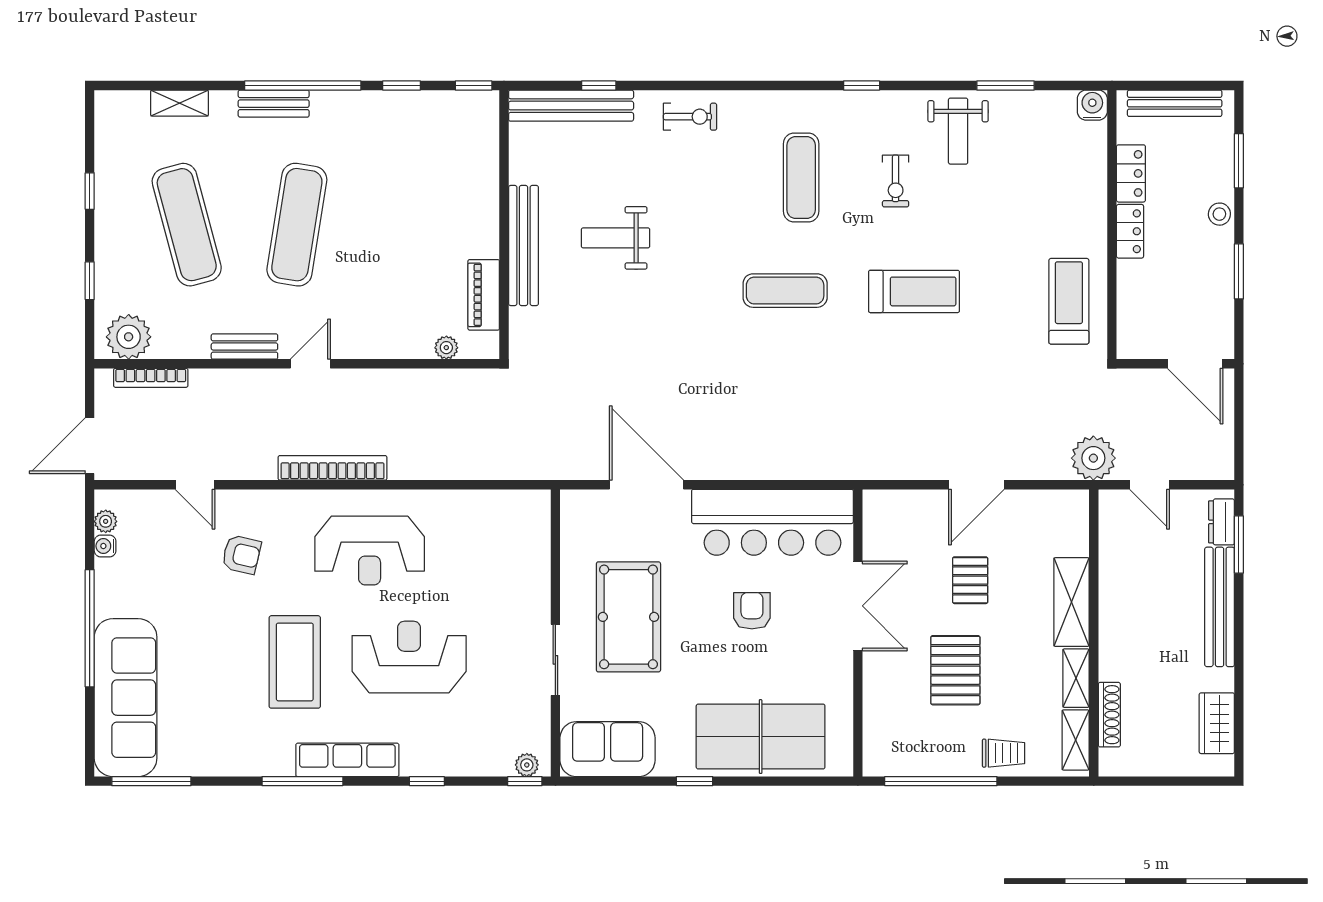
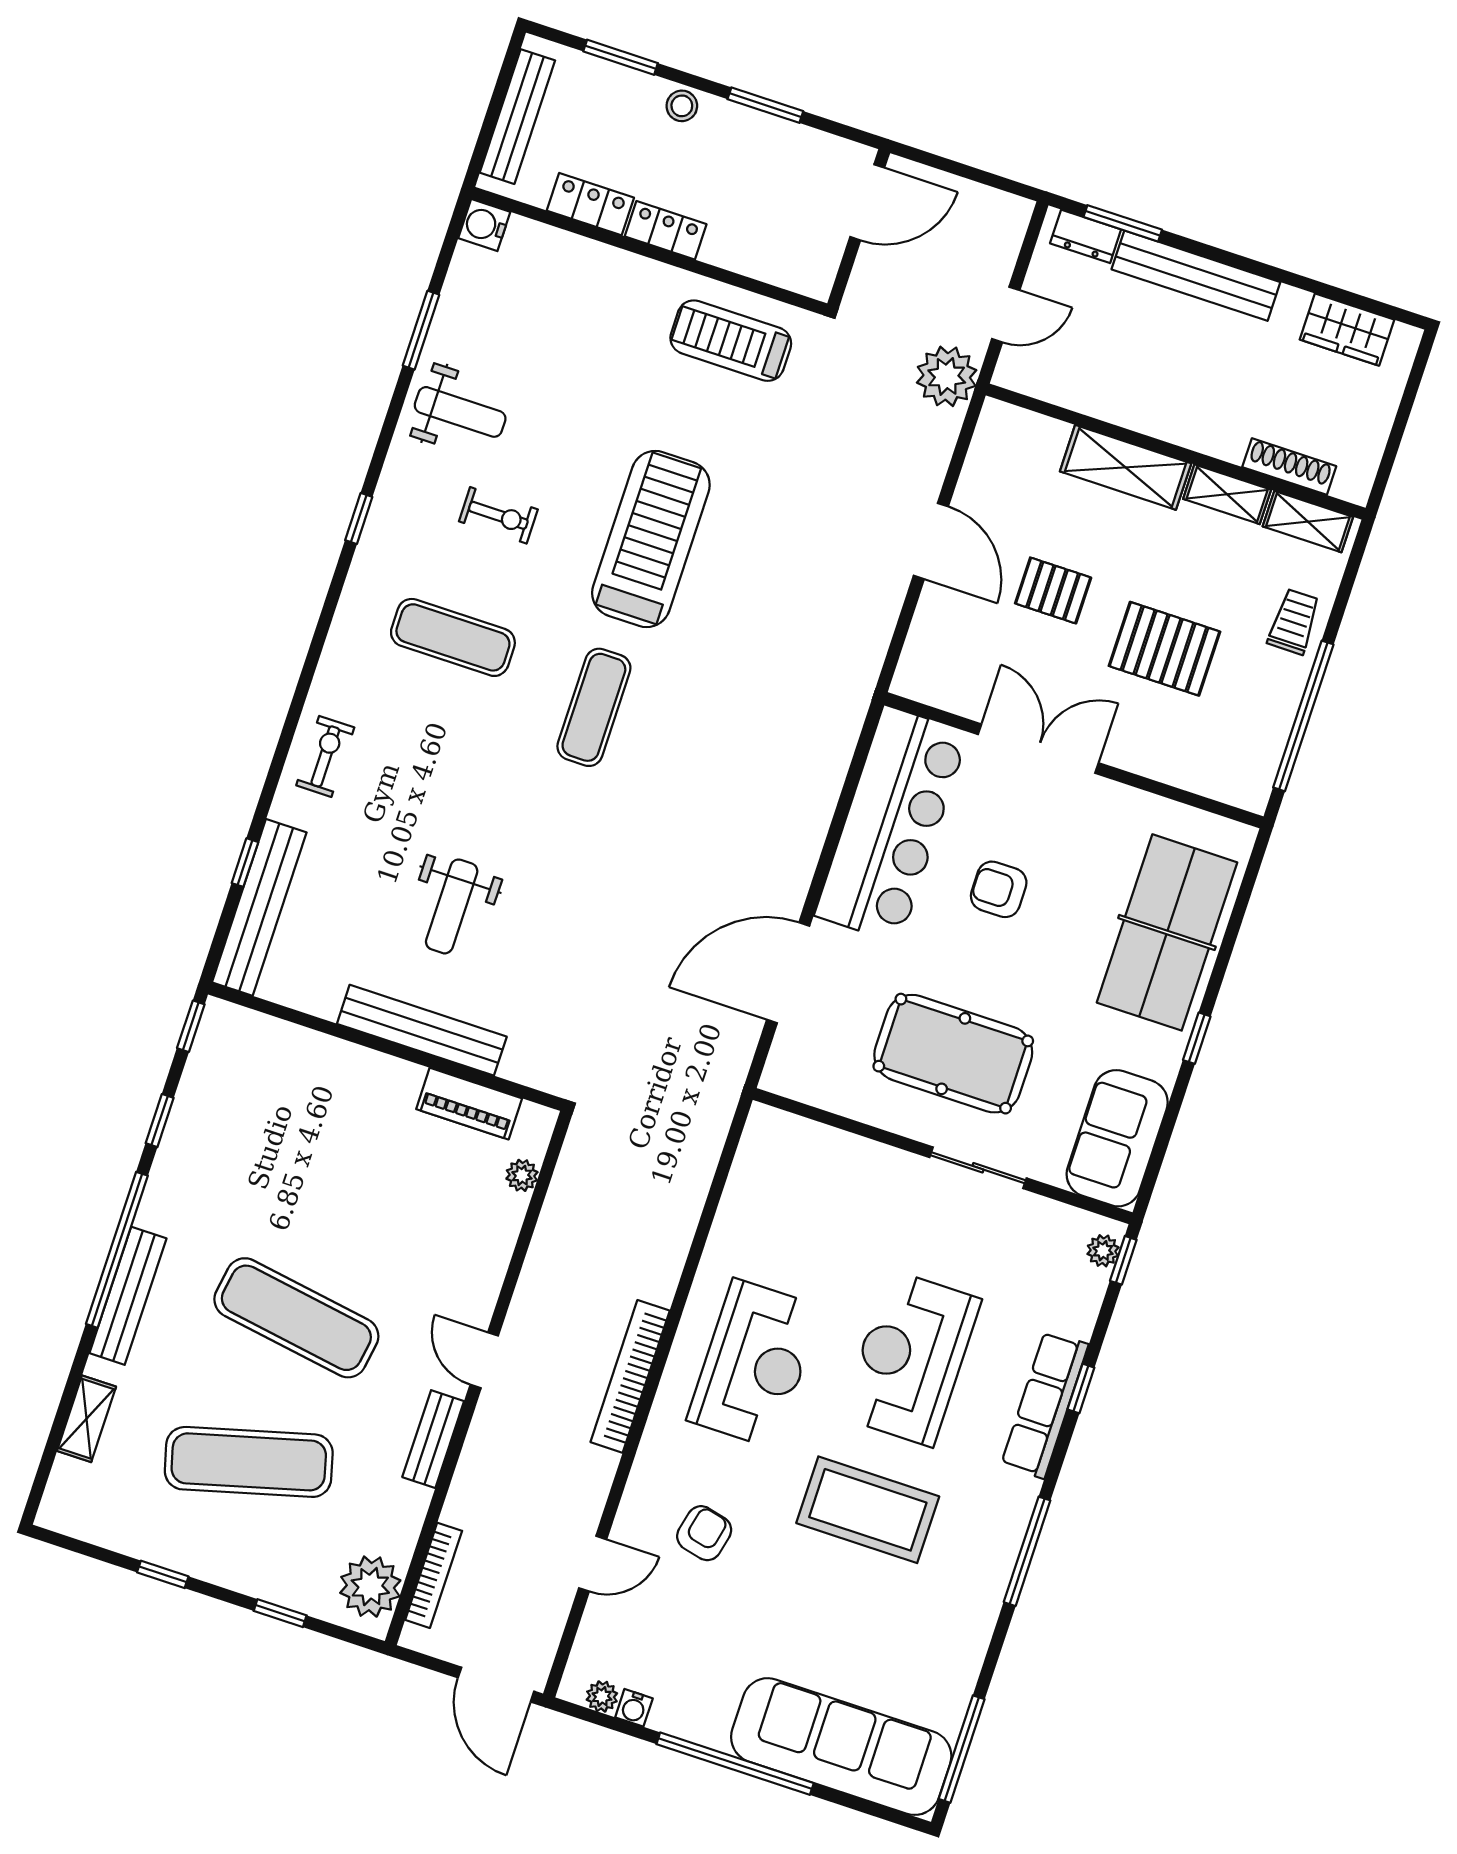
bench: (274, 104) -> (128, 1296), width x1.36
treadmill: (914, 291) -> (651, 539), width x1.37, depth x1.37
row of seats: (347, 760) -> (1045, 1405), moved

